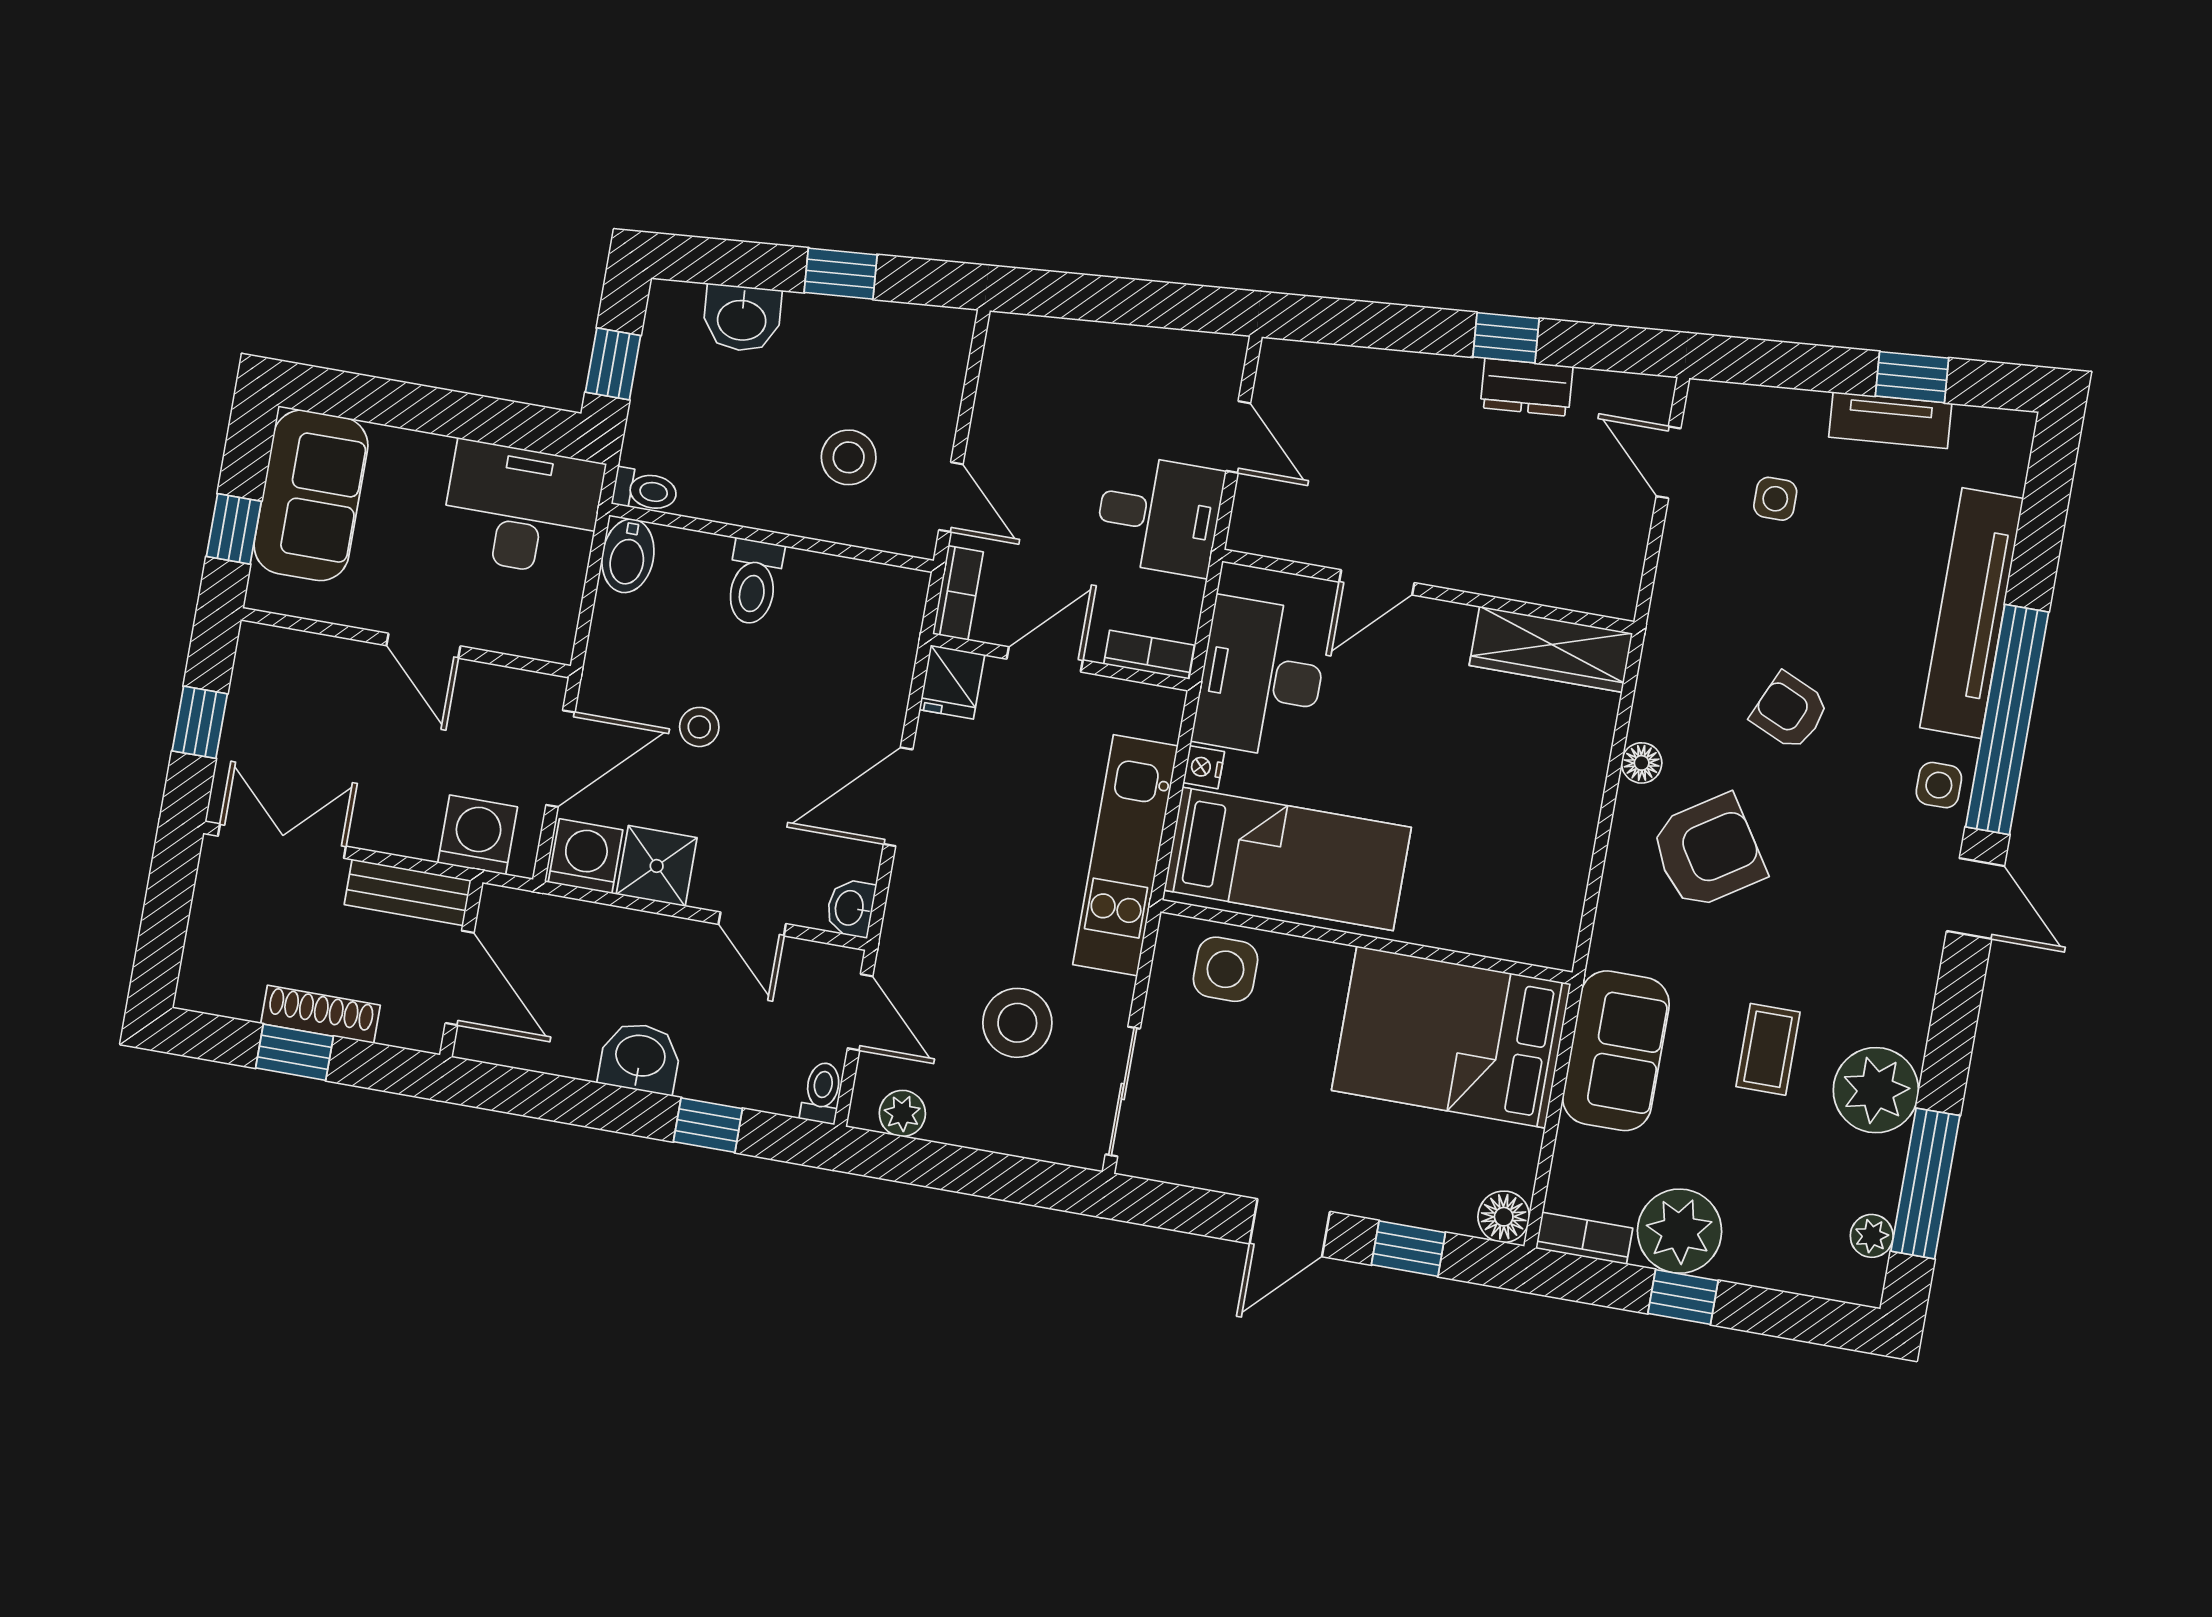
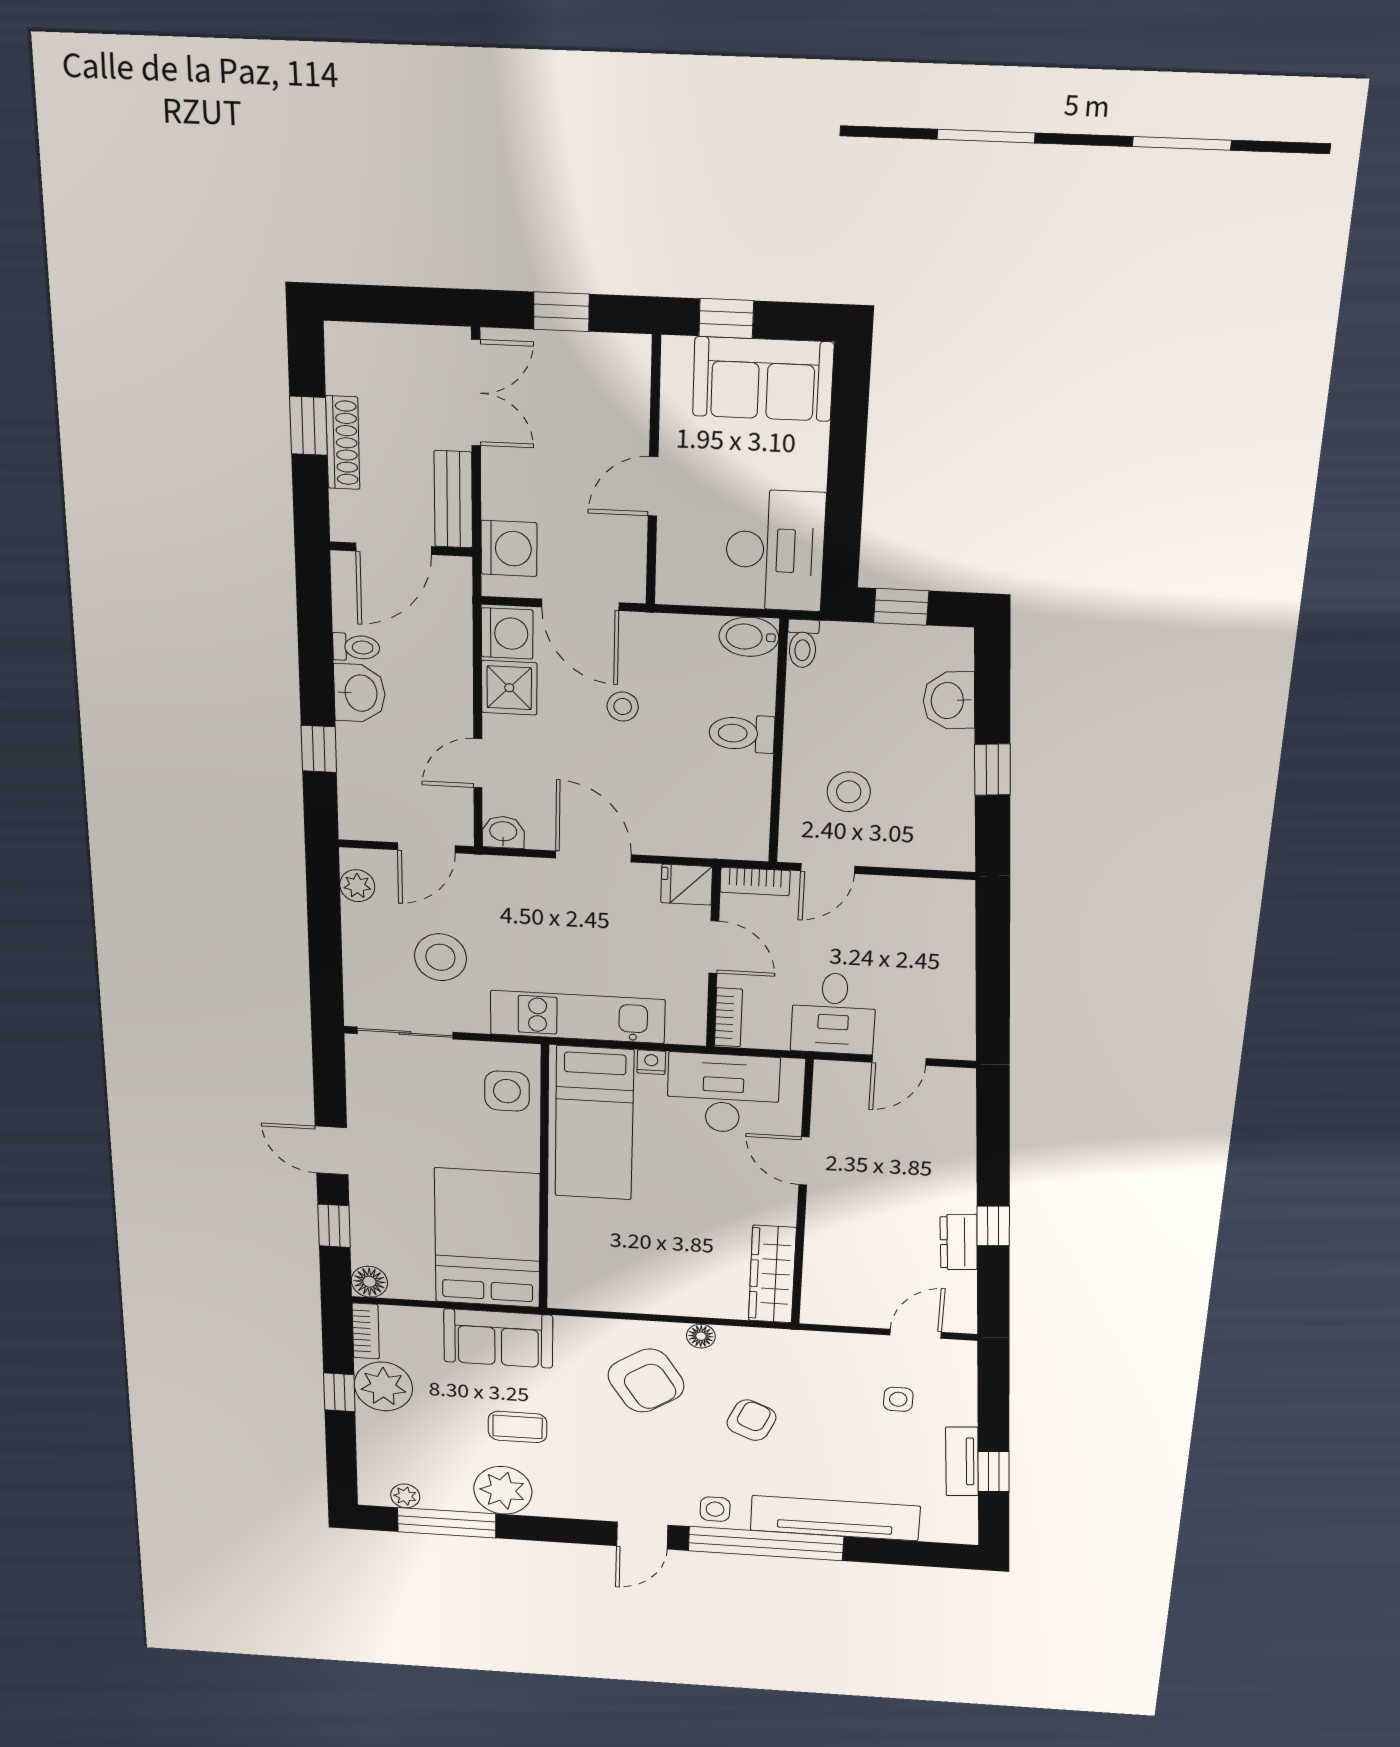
toilet: (822, 1093) -> (356, 647), moved

